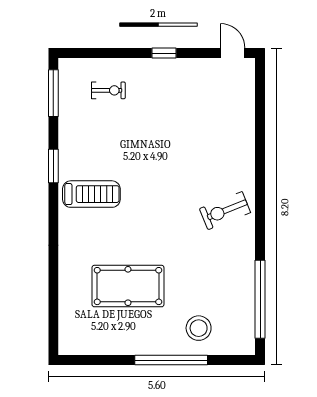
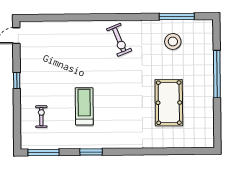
treadmill: (91, 194) -> (84, 106), moved
window: (260, 299) -> (177, 16), width x0.68
stool: (199, 328) -> (173, 41), moved

